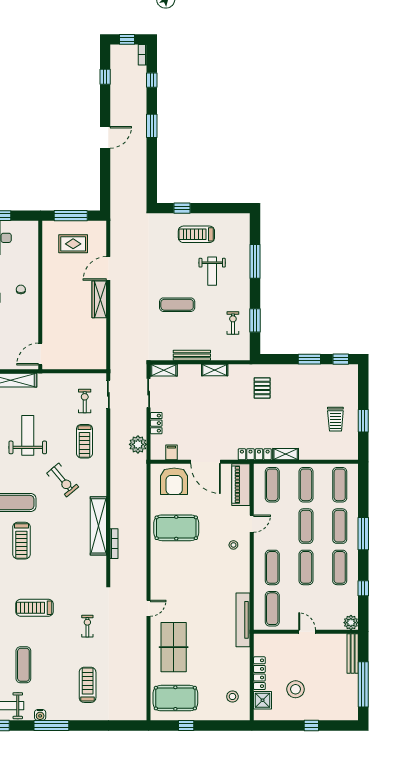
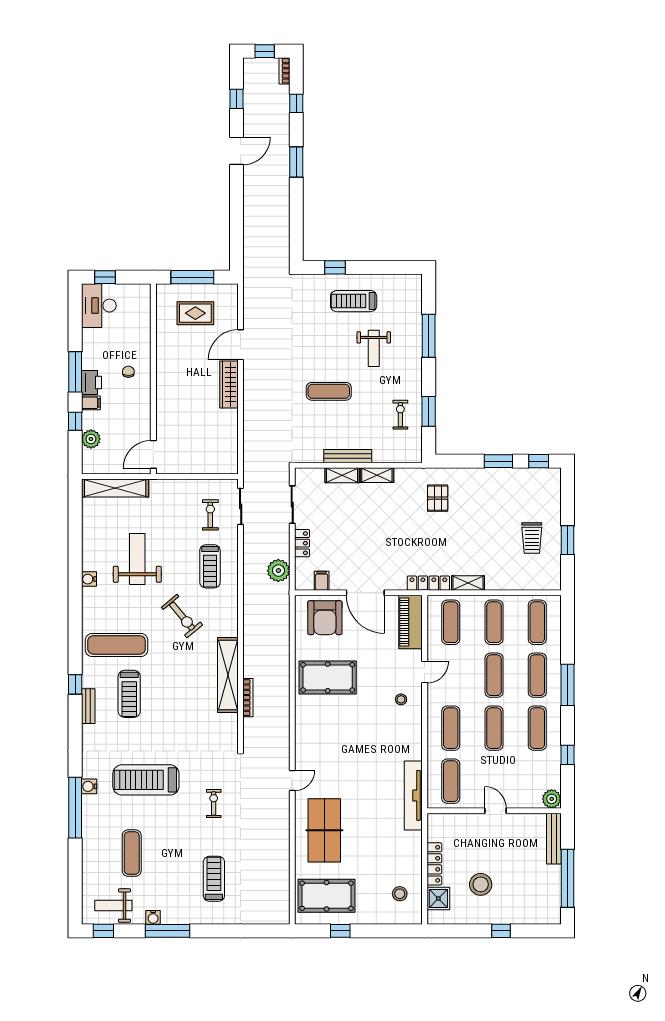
door: (105, 137) -> (237, 151), moved
shelving: (164, 370) -> (342, 475), moved
treadmill: (35, 608) -> (146, 780), width x1.37, depth x1.38

